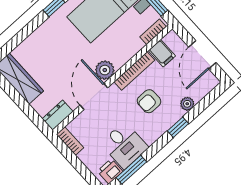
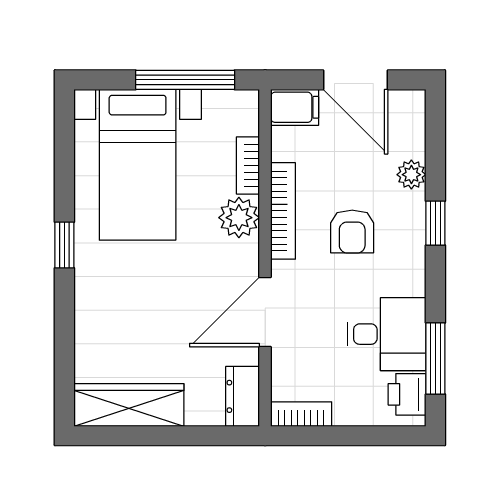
bookcase: (153, 32) -> (248, 165), moved
filing cabinet: (162, 53) -> (295, 107), moved
plant: (105, 70) -> (239, 218), moved
door: (94, 96) -> (265, 312), hinge flipped

